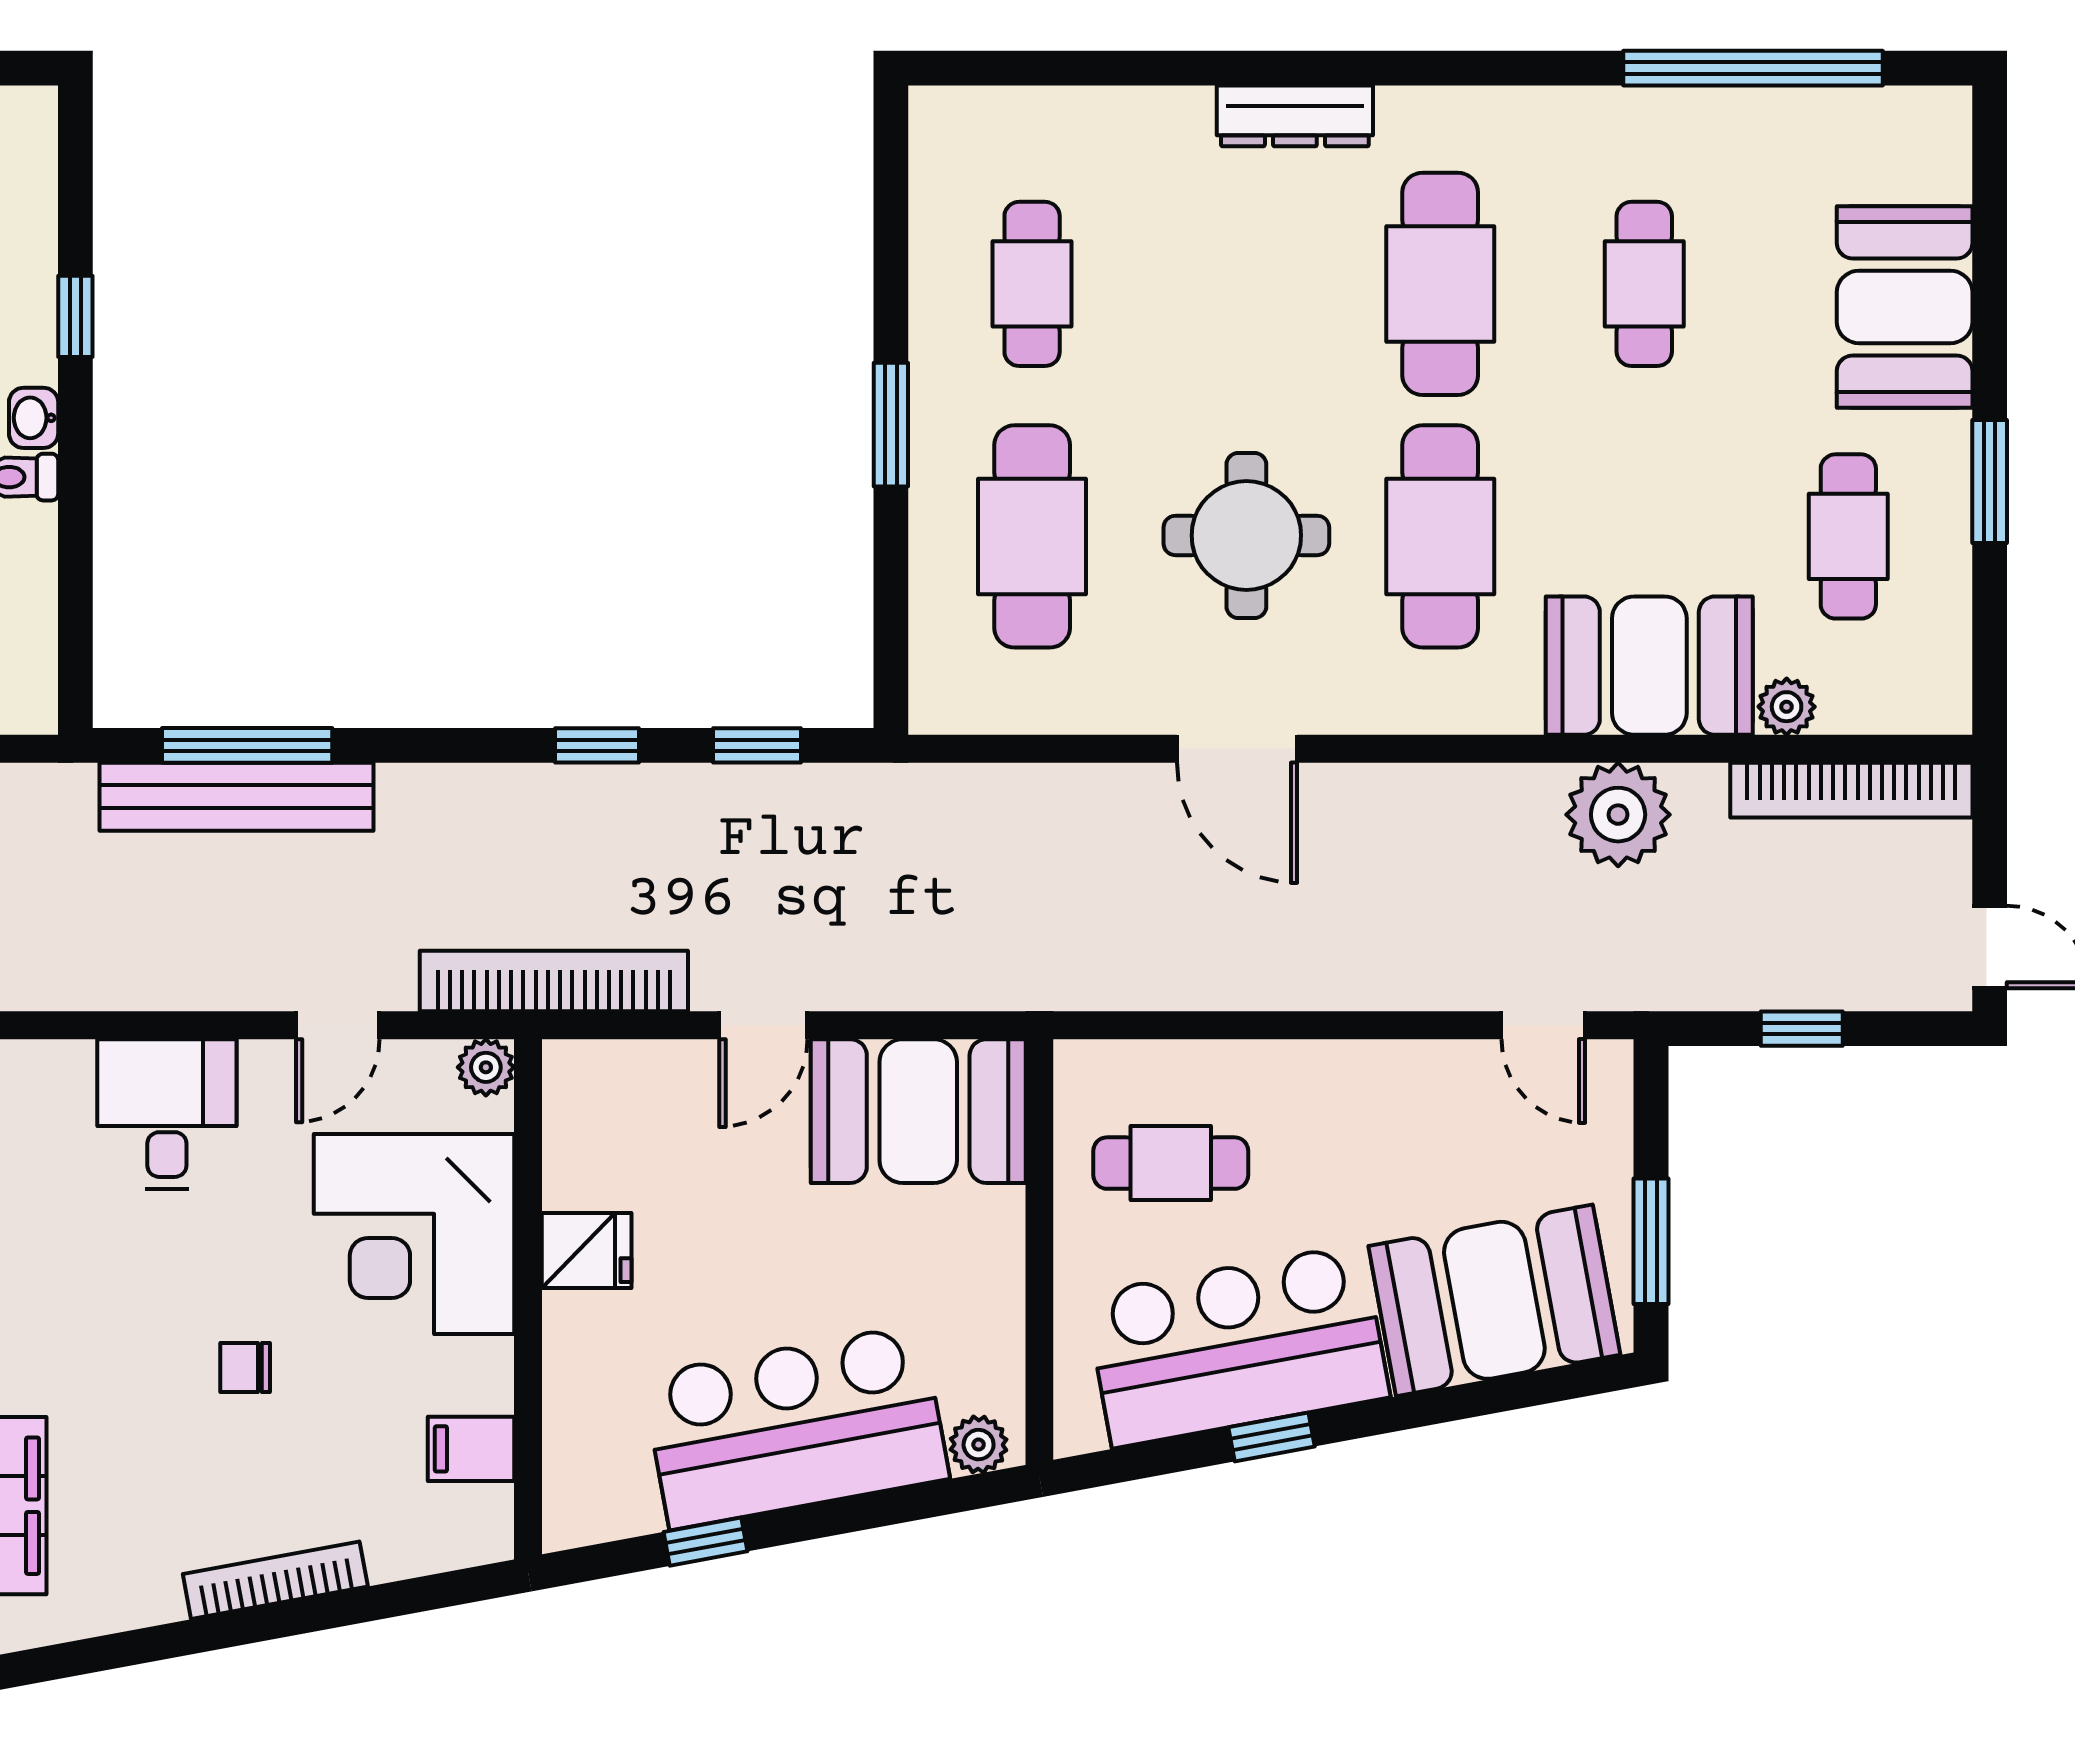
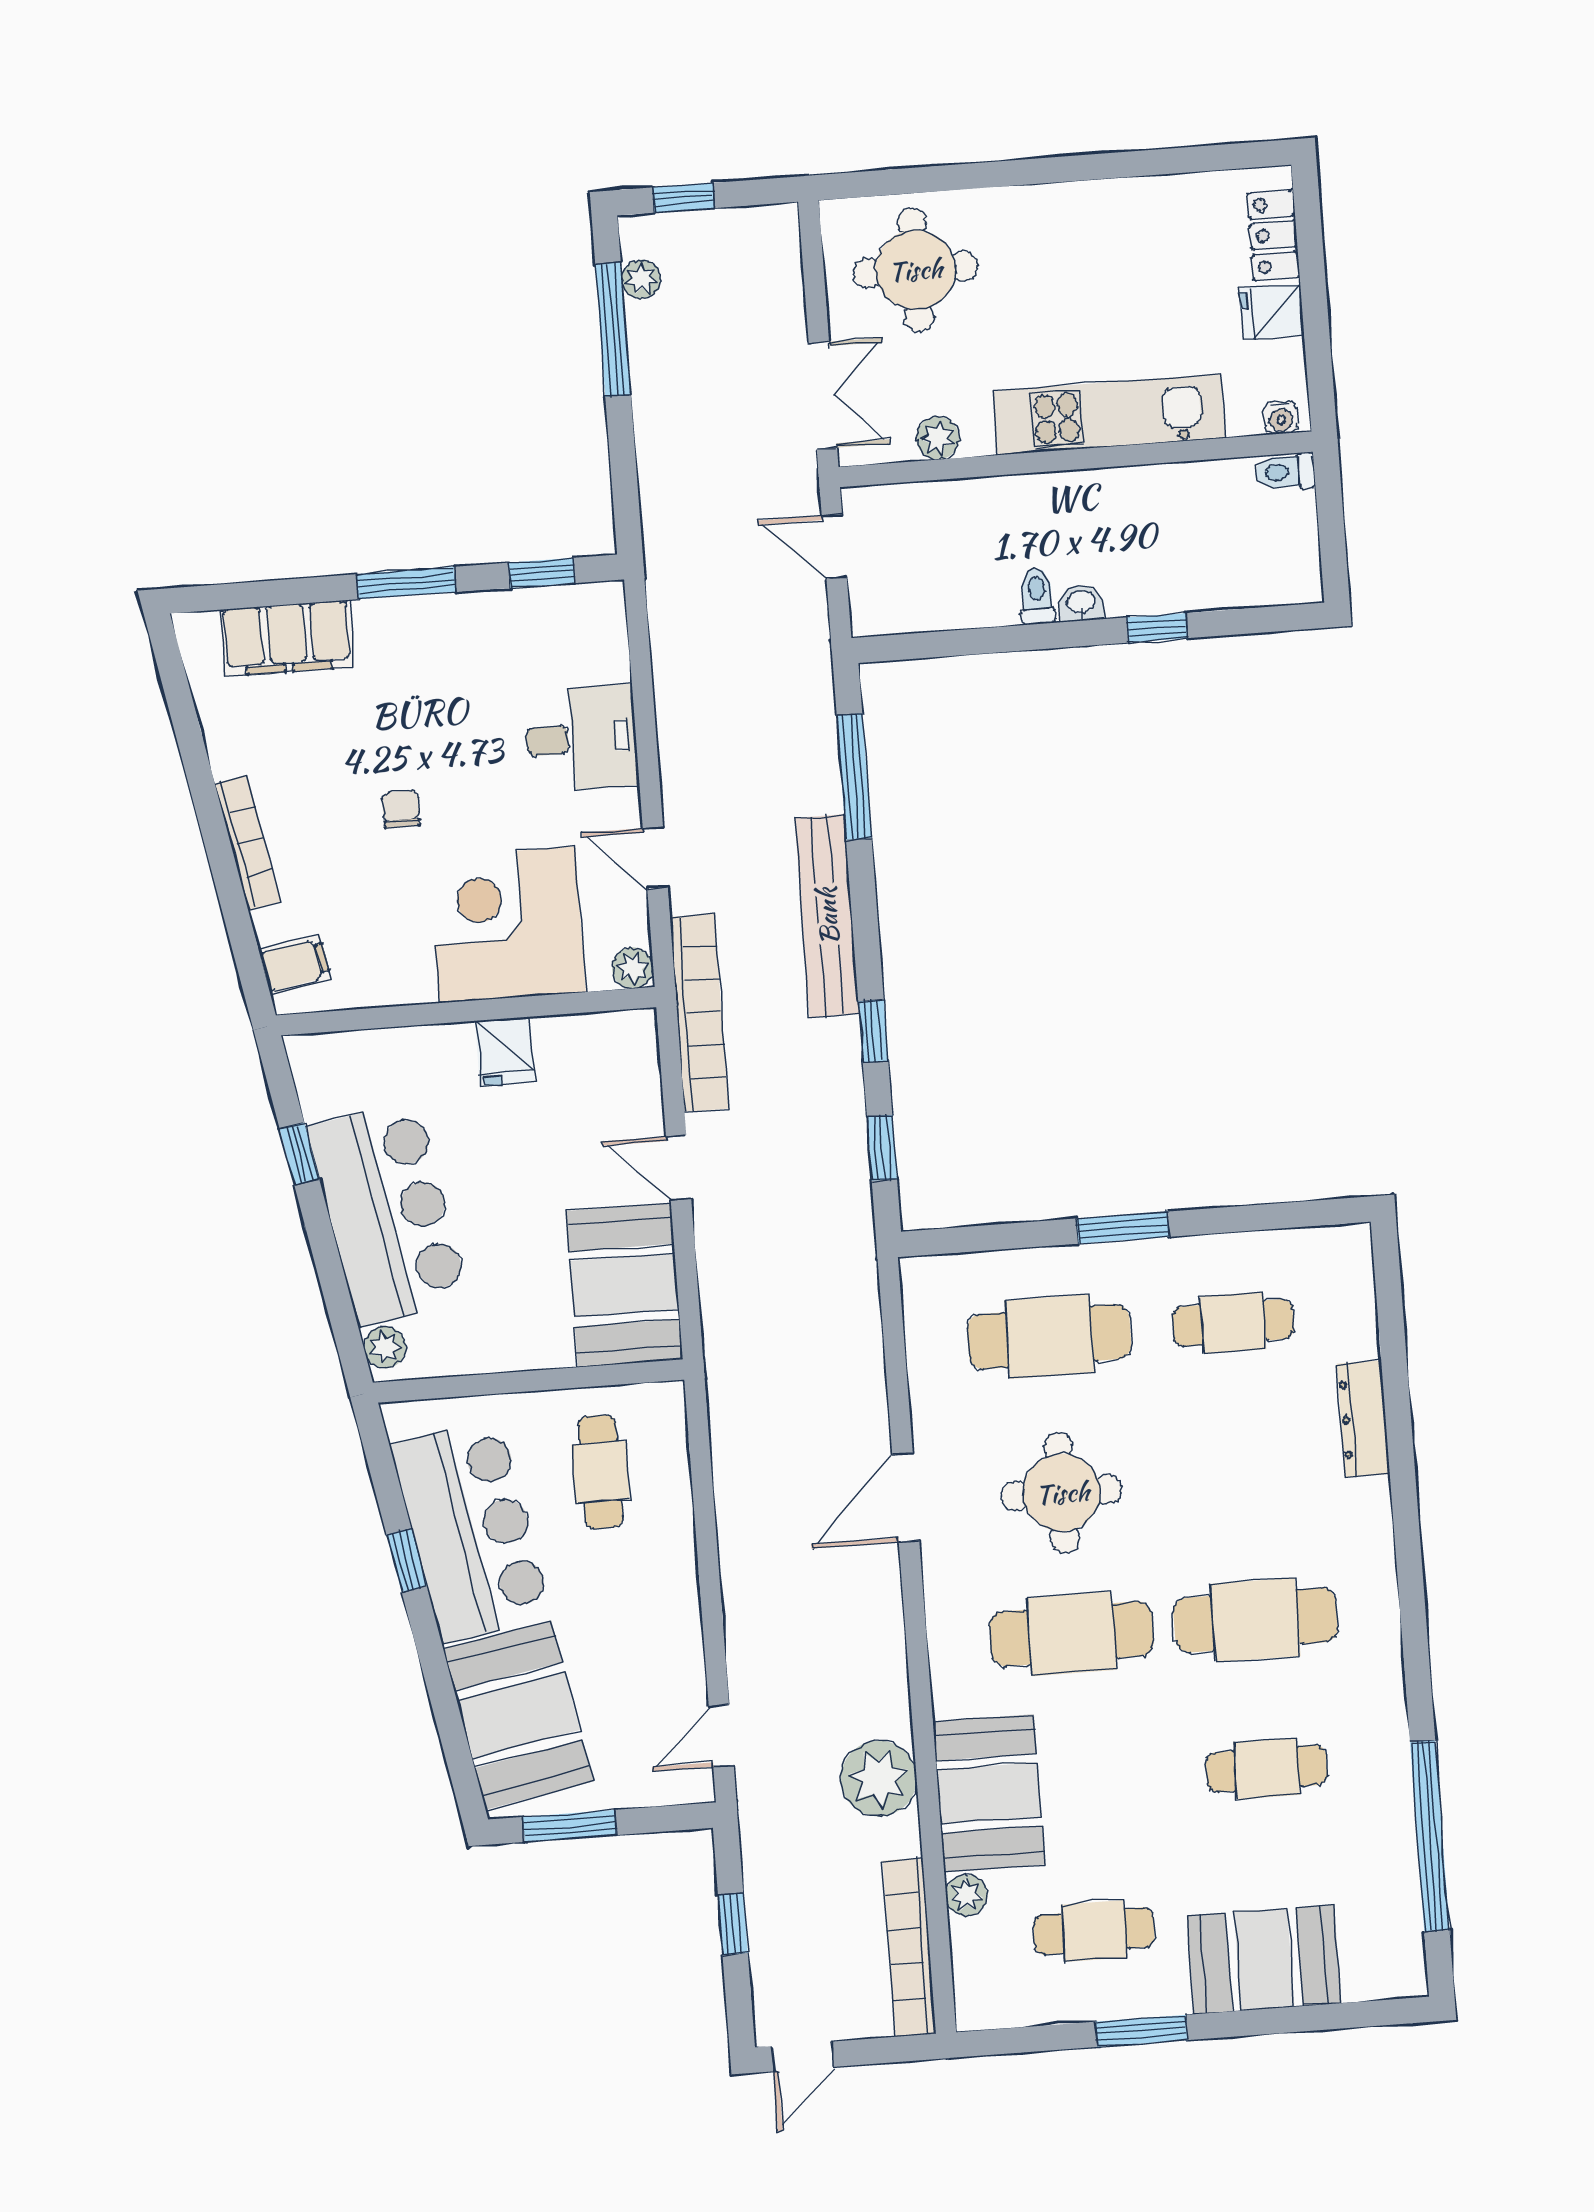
dresser: (1295, 116) -> (1363, 1419), moved
bench: (237, 797) -> (827, 916), moved
filing cabinet: (471, 1449) -> (295, 965), moved, turned 80

